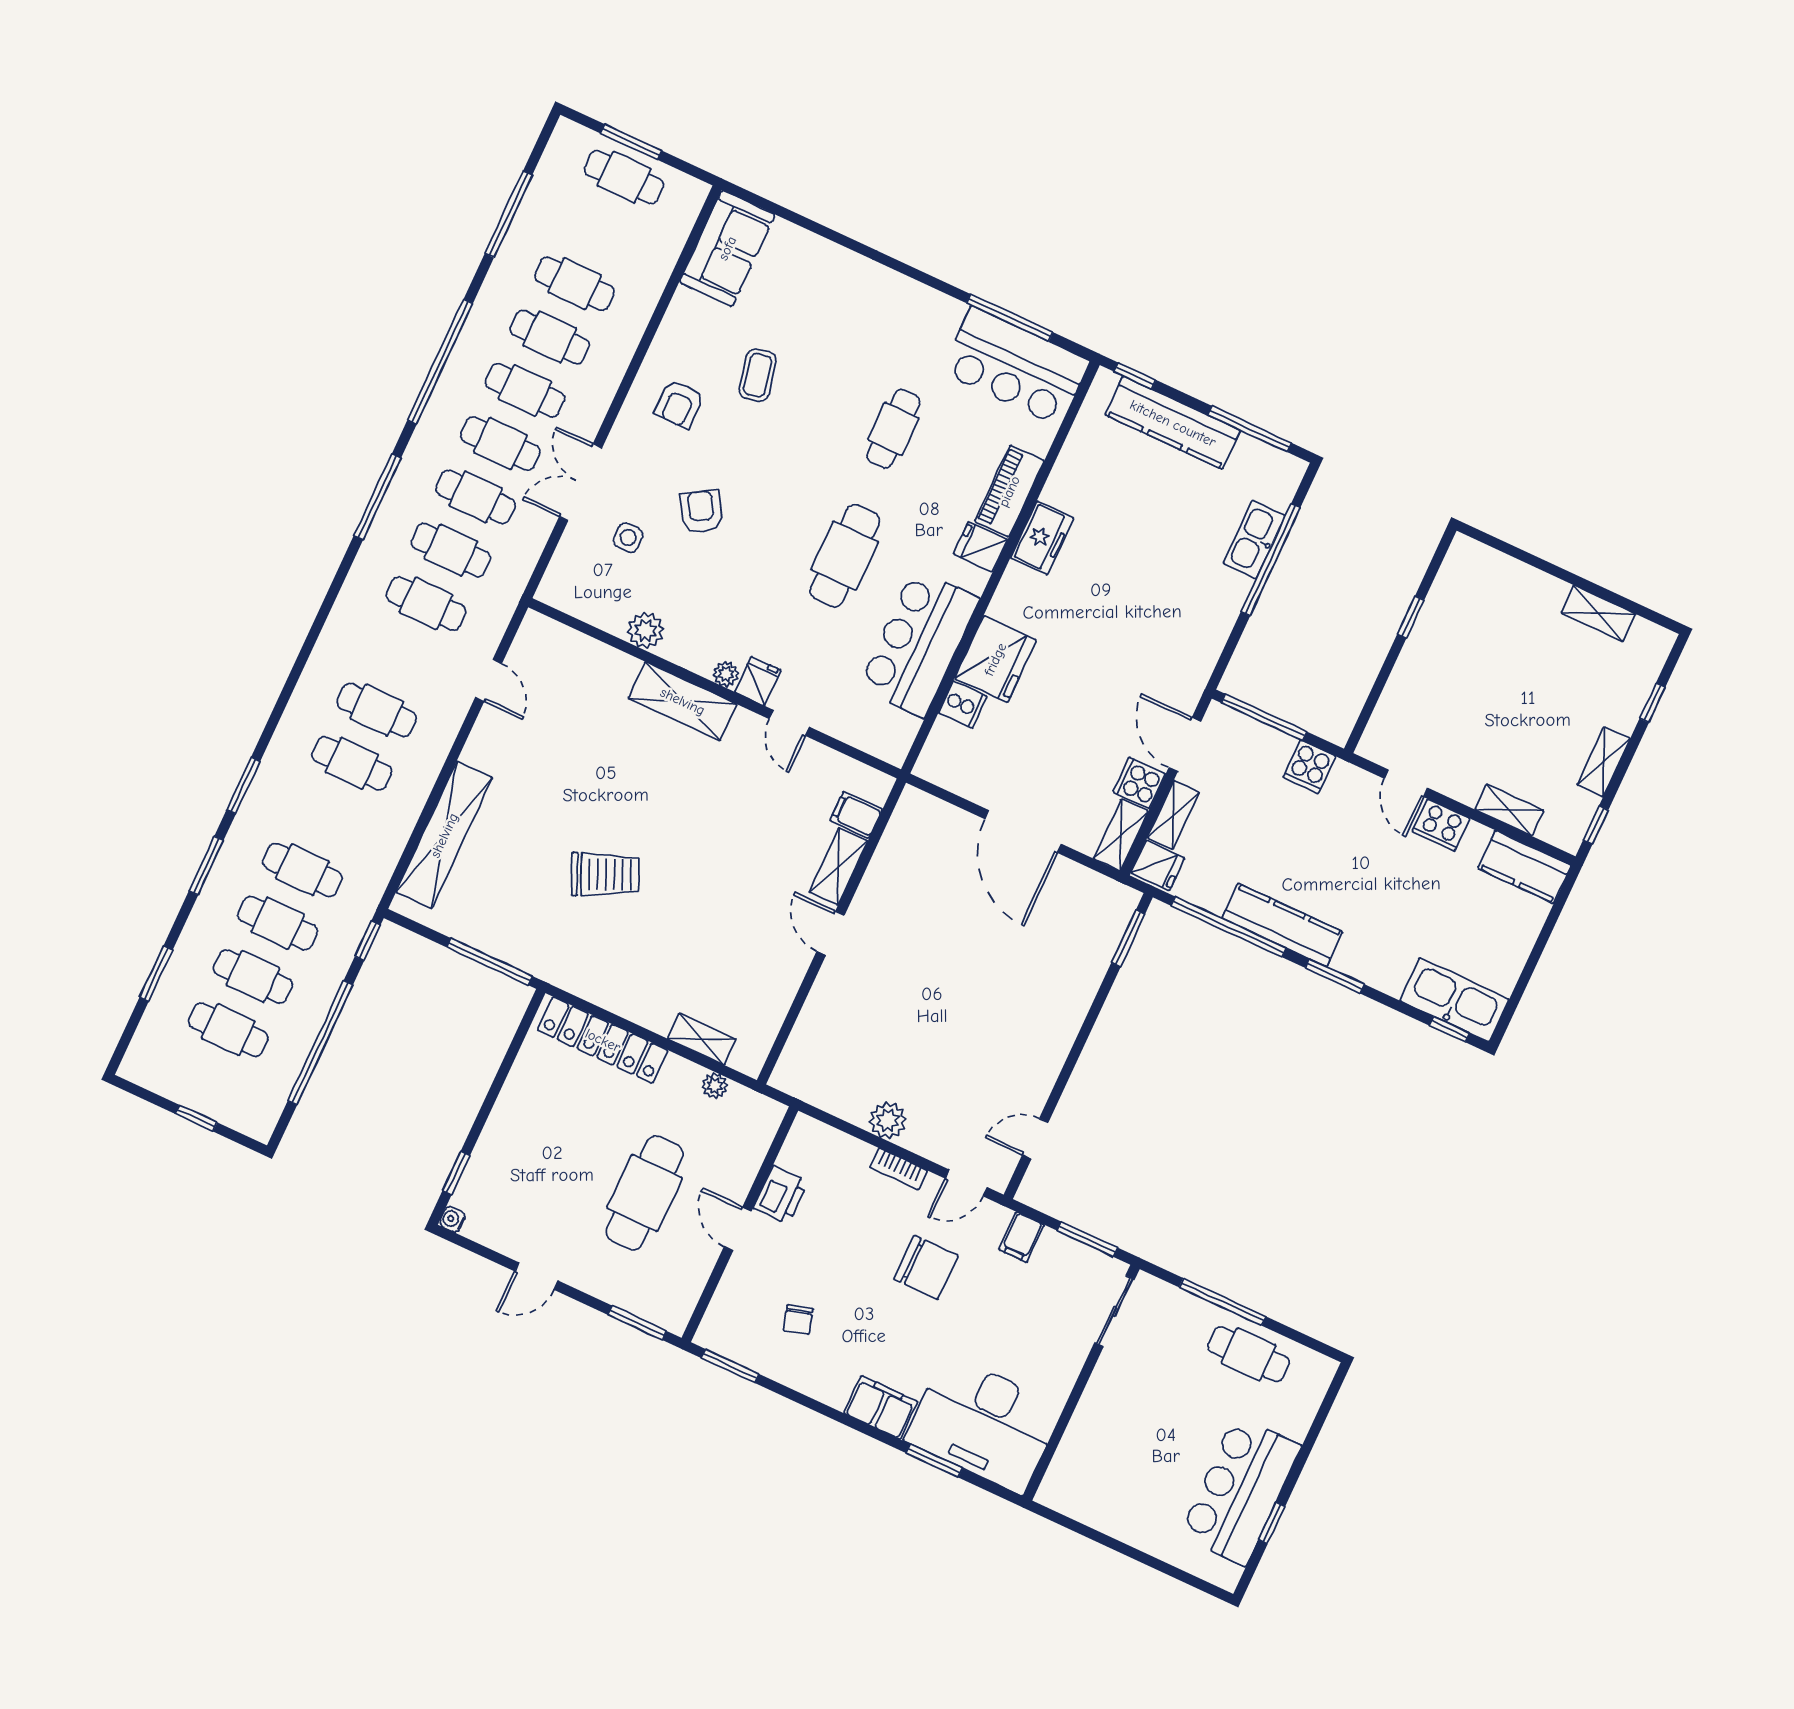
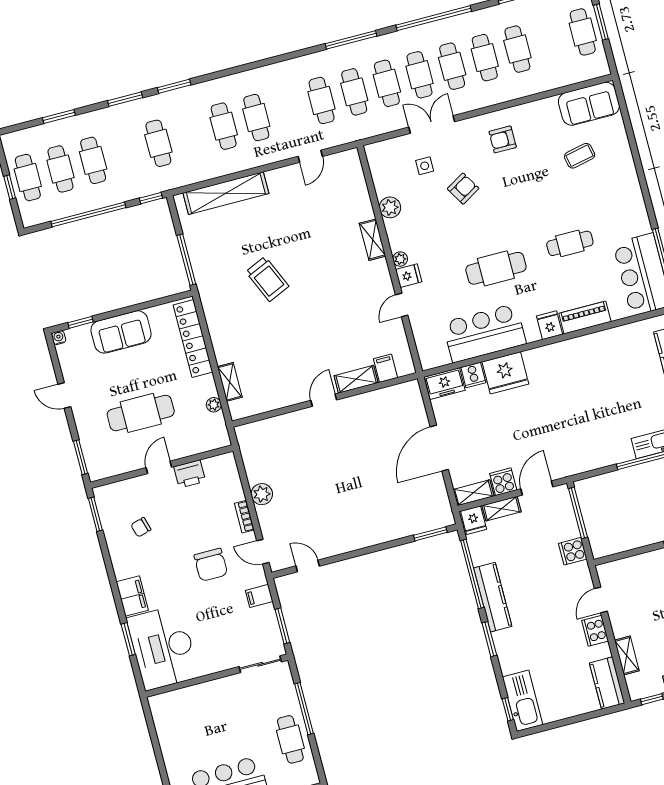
coffee table: (758, 375) -> (580, 156), moved
freezer: (1042, 538) -> (445, 384), moved
shelving: (683, 701) -> (373, 240), width x0.67, depth x0.75
cafe table: (278, 923) -> (28, 178), moved
sofa: (514, 1129) -> (121, 332), added

